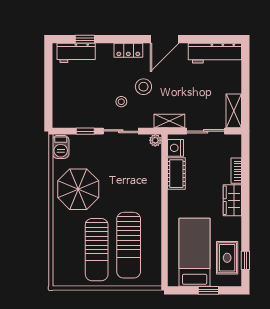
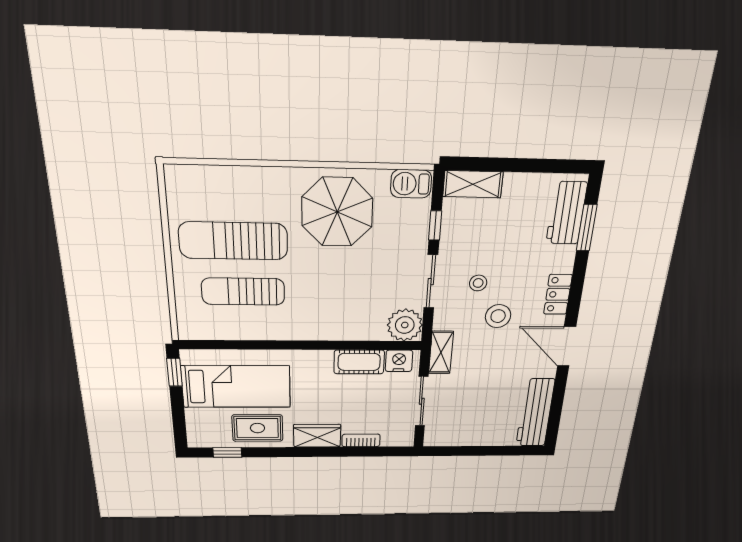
window: (85, 39) -> (587, 228), width x1.50
shelving: (234, 111) -> (473, 184), moved
plant: (155, 140) -> (405, 325), width x1.88, depth x1.88
sun lounger: (129, 245) -> (243, 292), width x0.73, depth x0.75
rug: (227, 258) -> (257, 428), moved
window: (208, 290) -> (174, 372), moved

